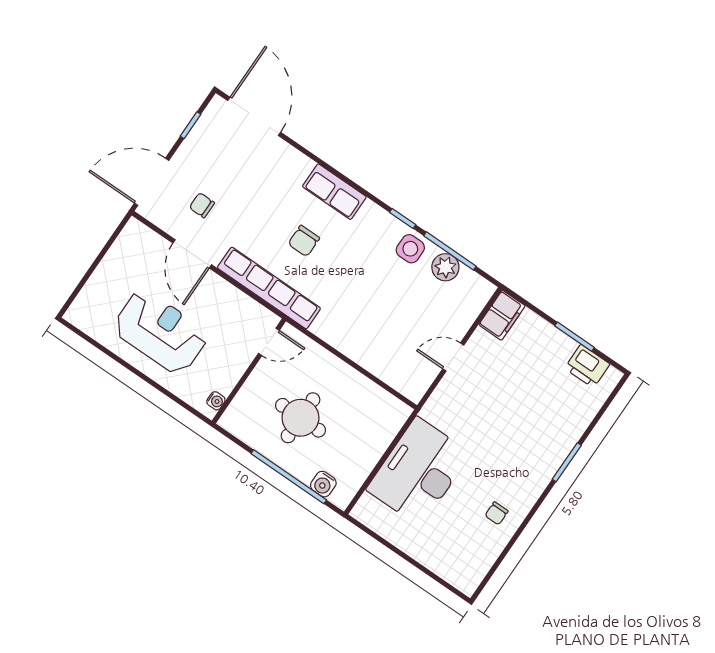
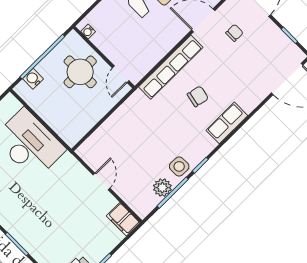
chair: (304, 241) -> (198, 96), turned 102
door: (269, 342) -> (121, 74), moved
wall: (249, 371) -> (104, 57), moved
water cooler: (216, 401) -> (88, 32), moved

